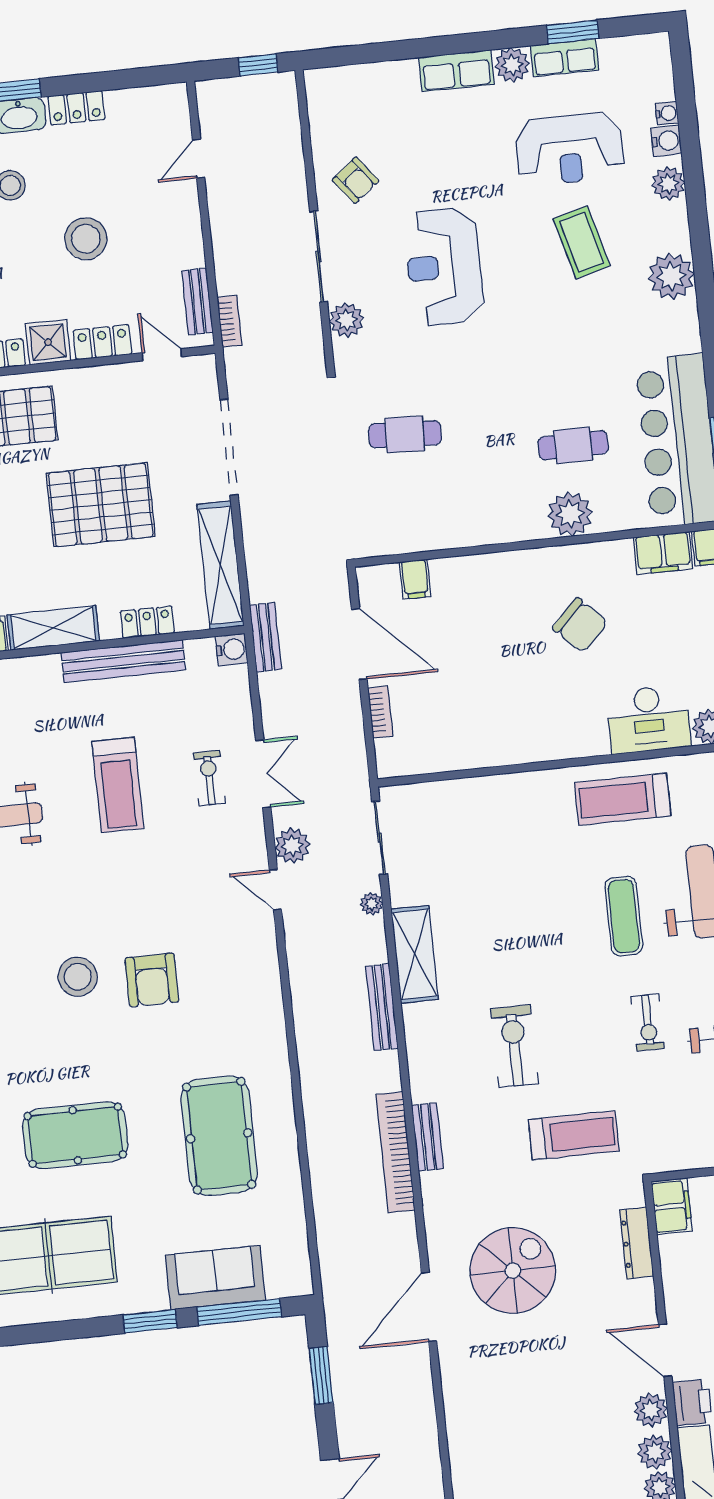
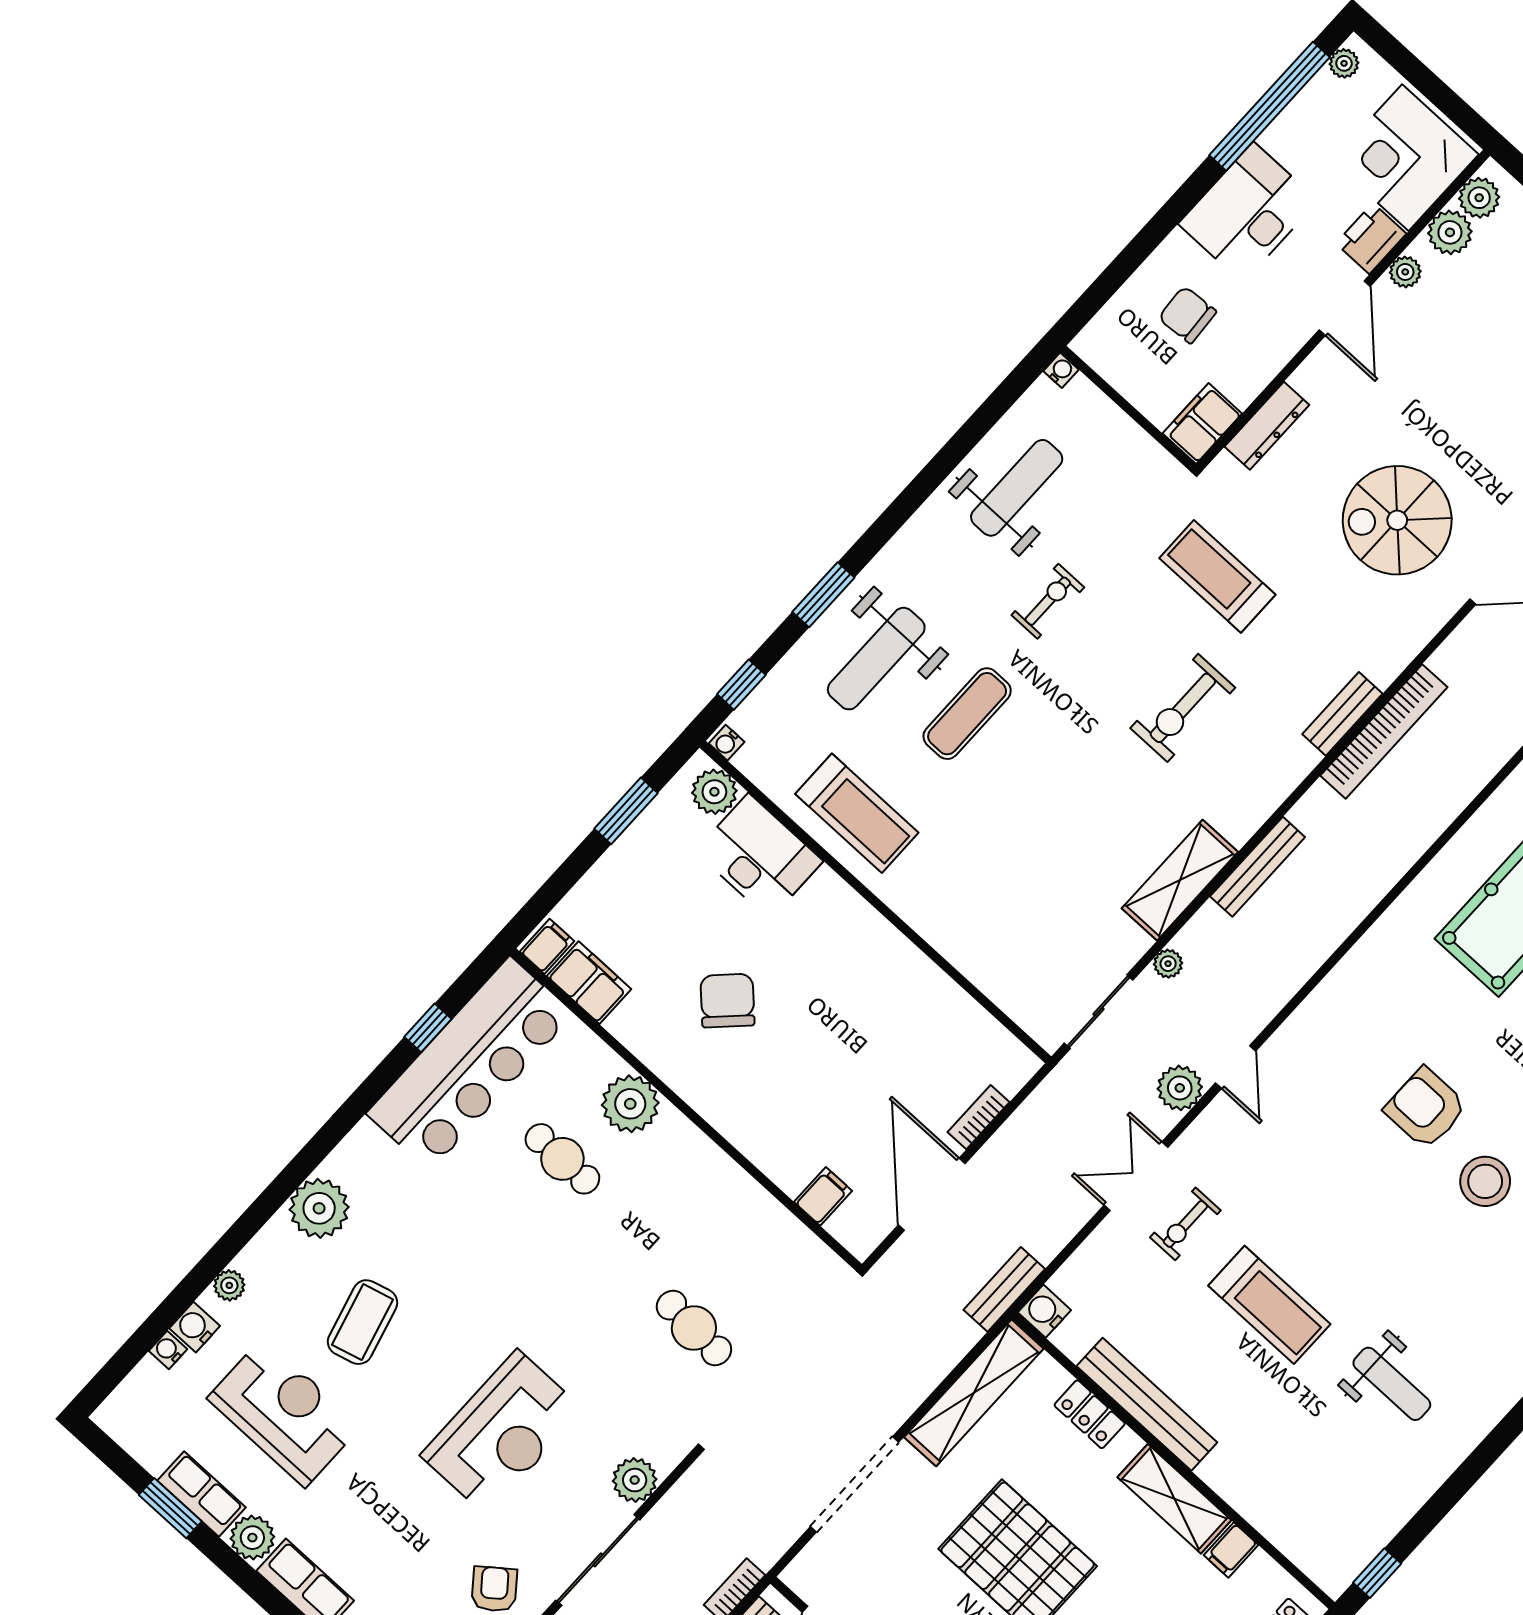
plant: (668, 184) -> (229, 1285), width x0.73, depth x0.73
treadmill: (118, 785) -> (1269, 1305), turned 90
armchair: (152, 980) -> (1426, 1108), turned -90
plant: (651, 1410) -> (1405, 272), width x0.73, depth x0.73

